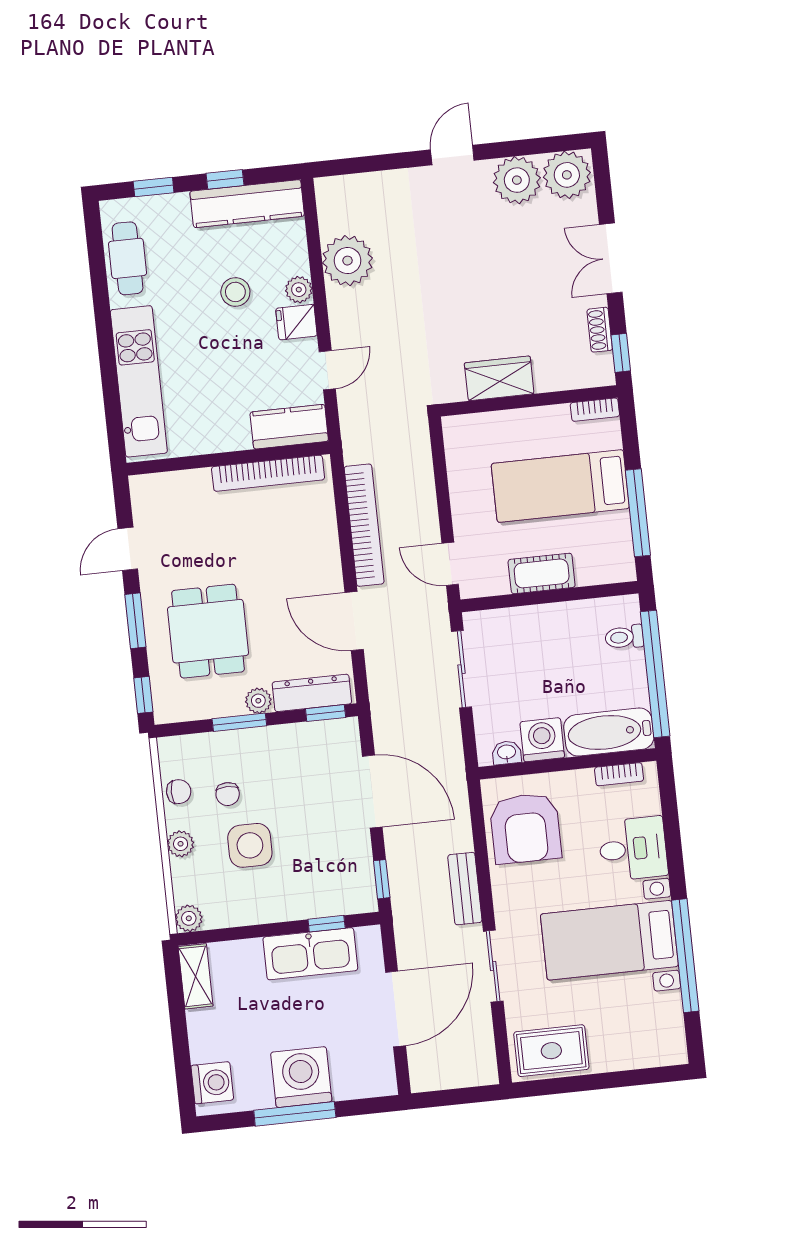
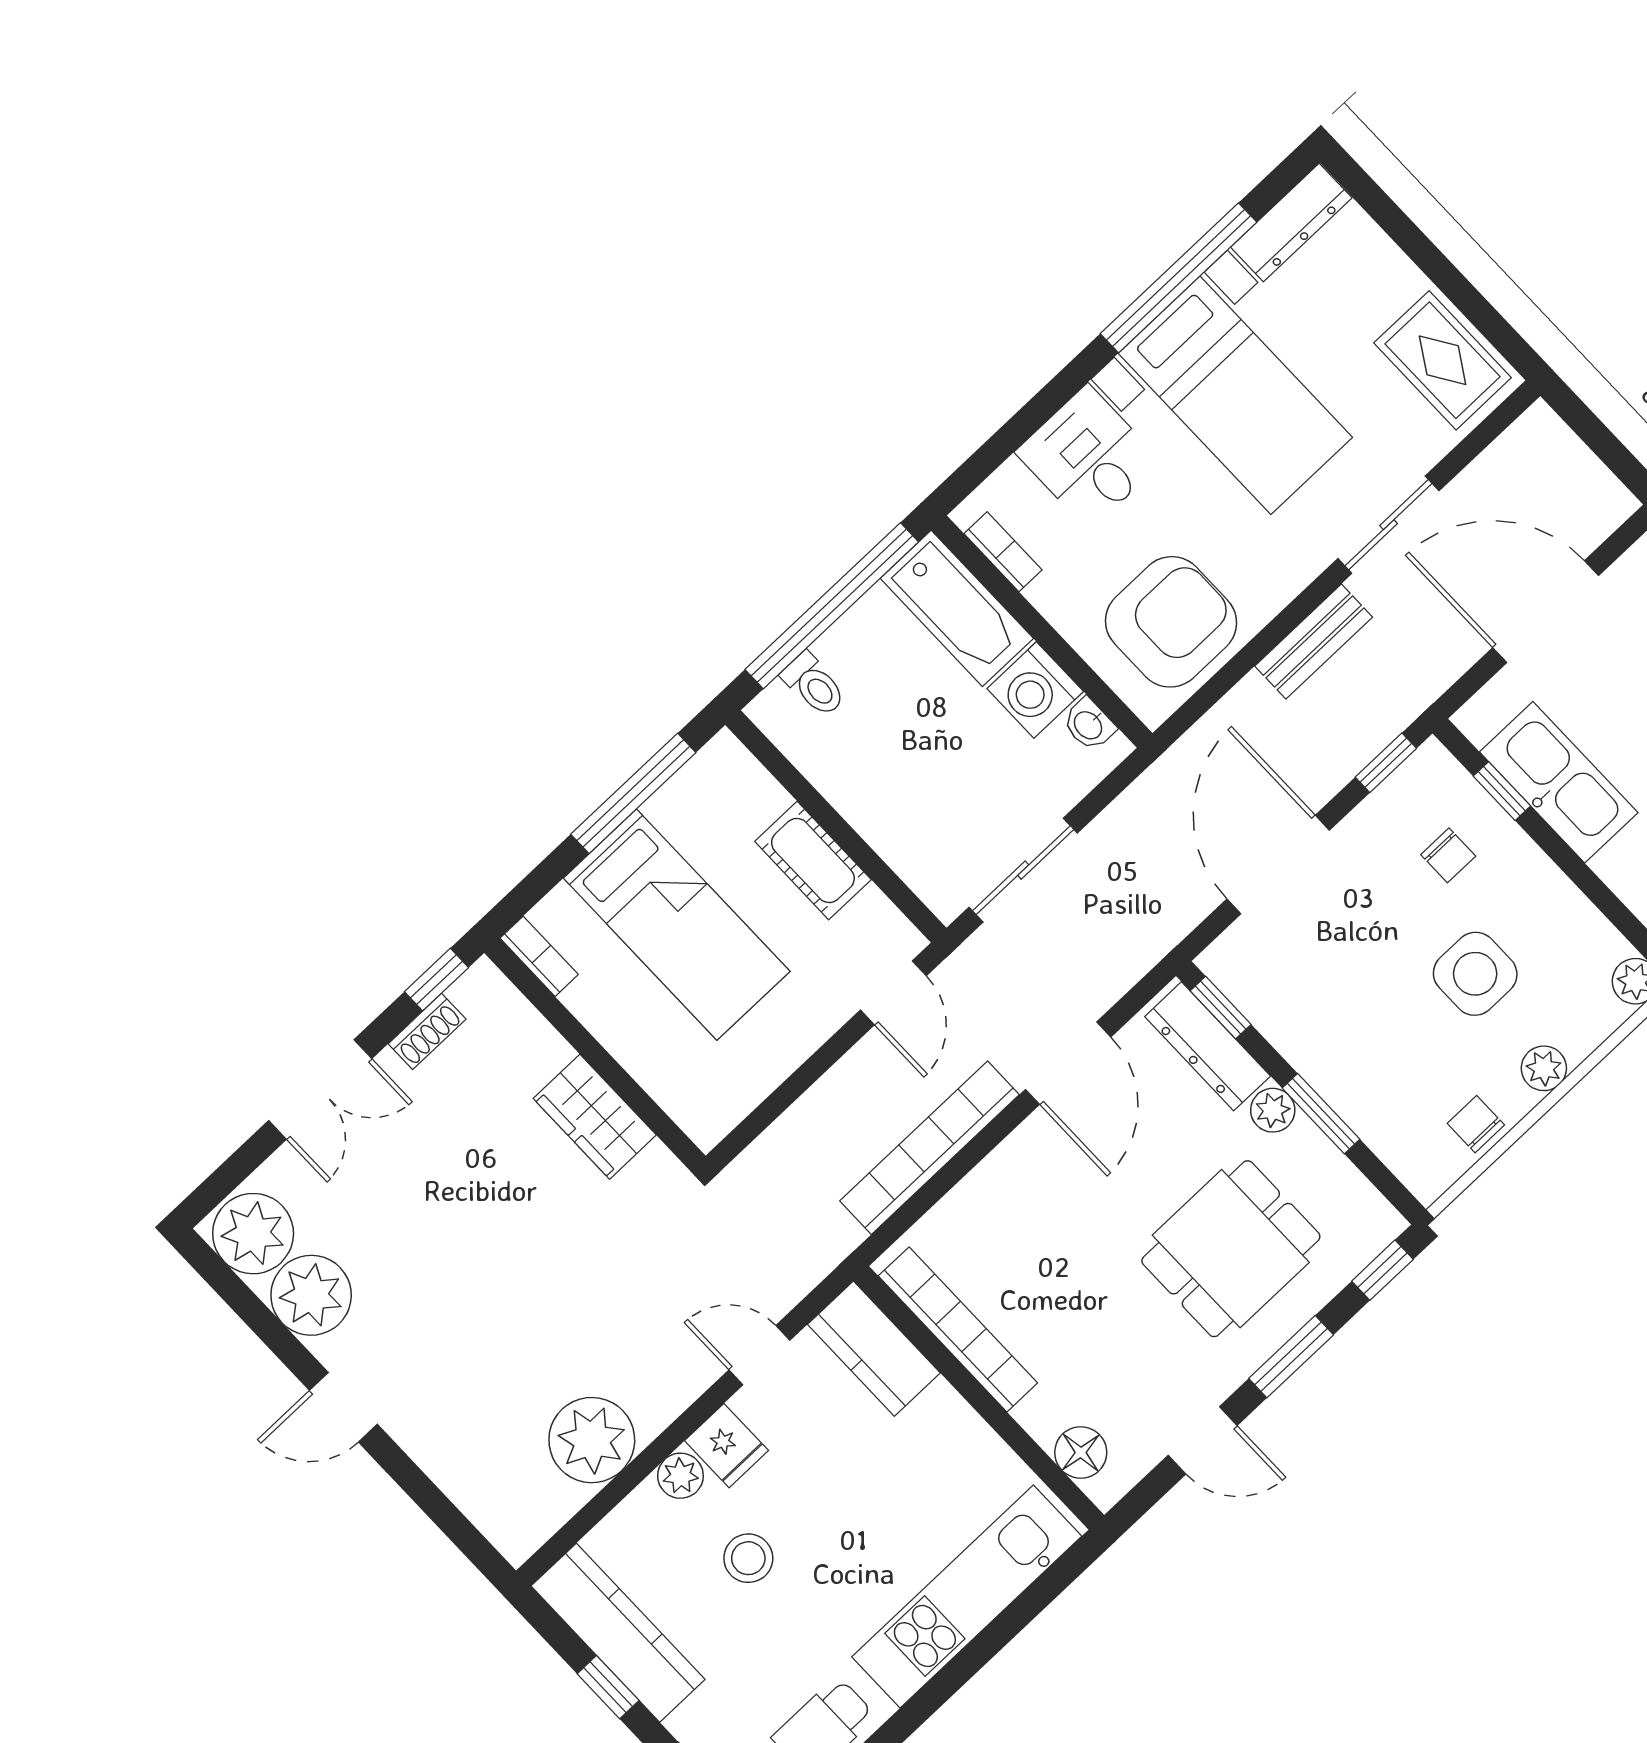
floor lamp: (166, 487) -> (1081, 1453), added
chair: (228, 794) -> (1448, 855), moved, turned 90
dresser: (671, 1029) -> (1291, 223), added

